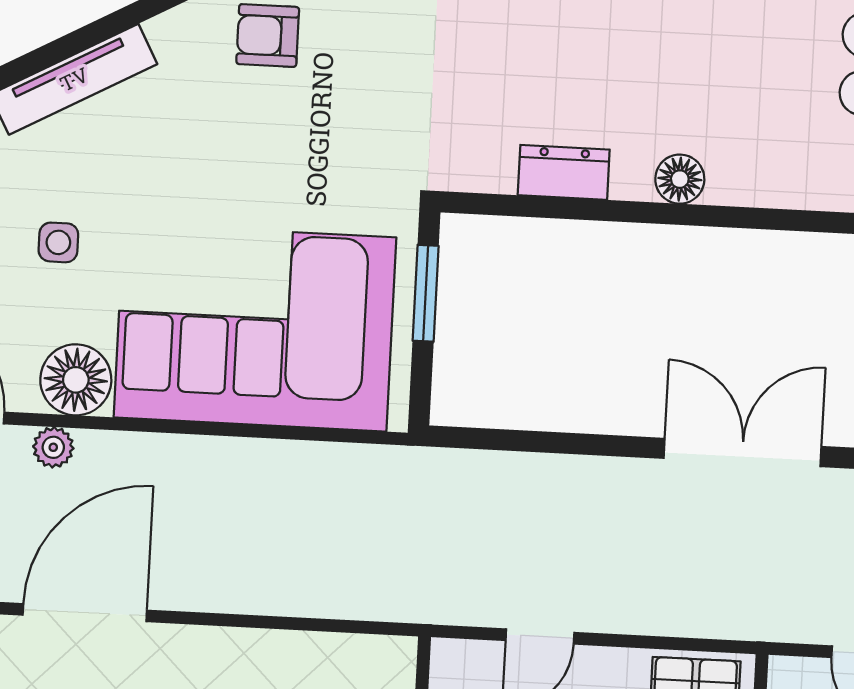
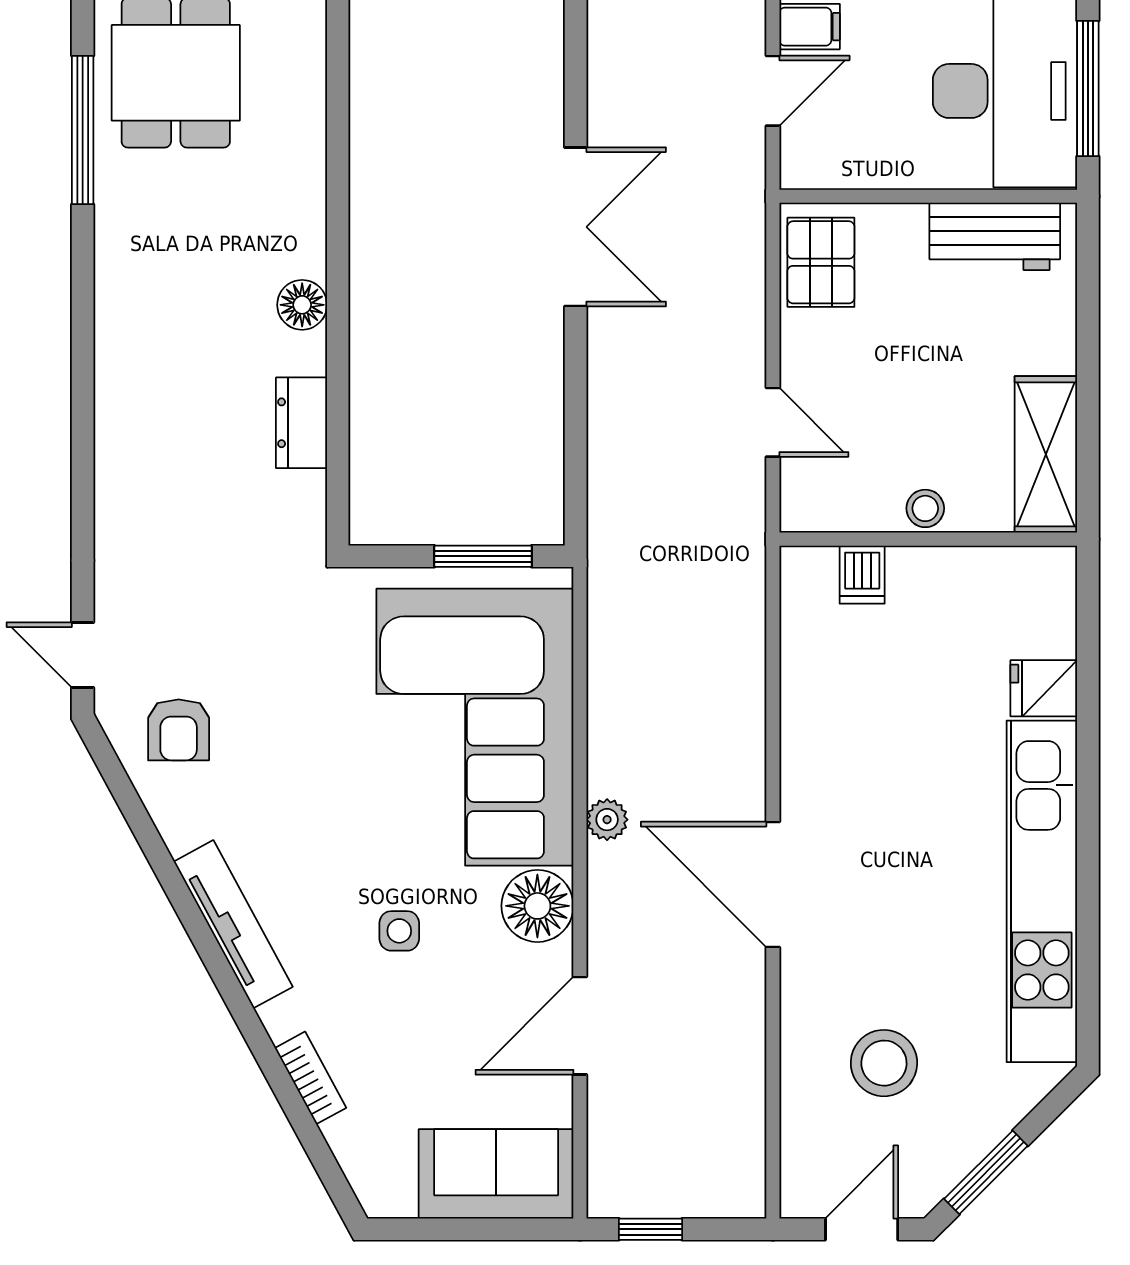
window: (426, 293) -> (483, 556), moved
plant: (53, 447) -> (607, 820), moved
double door: (742, 452) -> (576, 227), swing flipped

